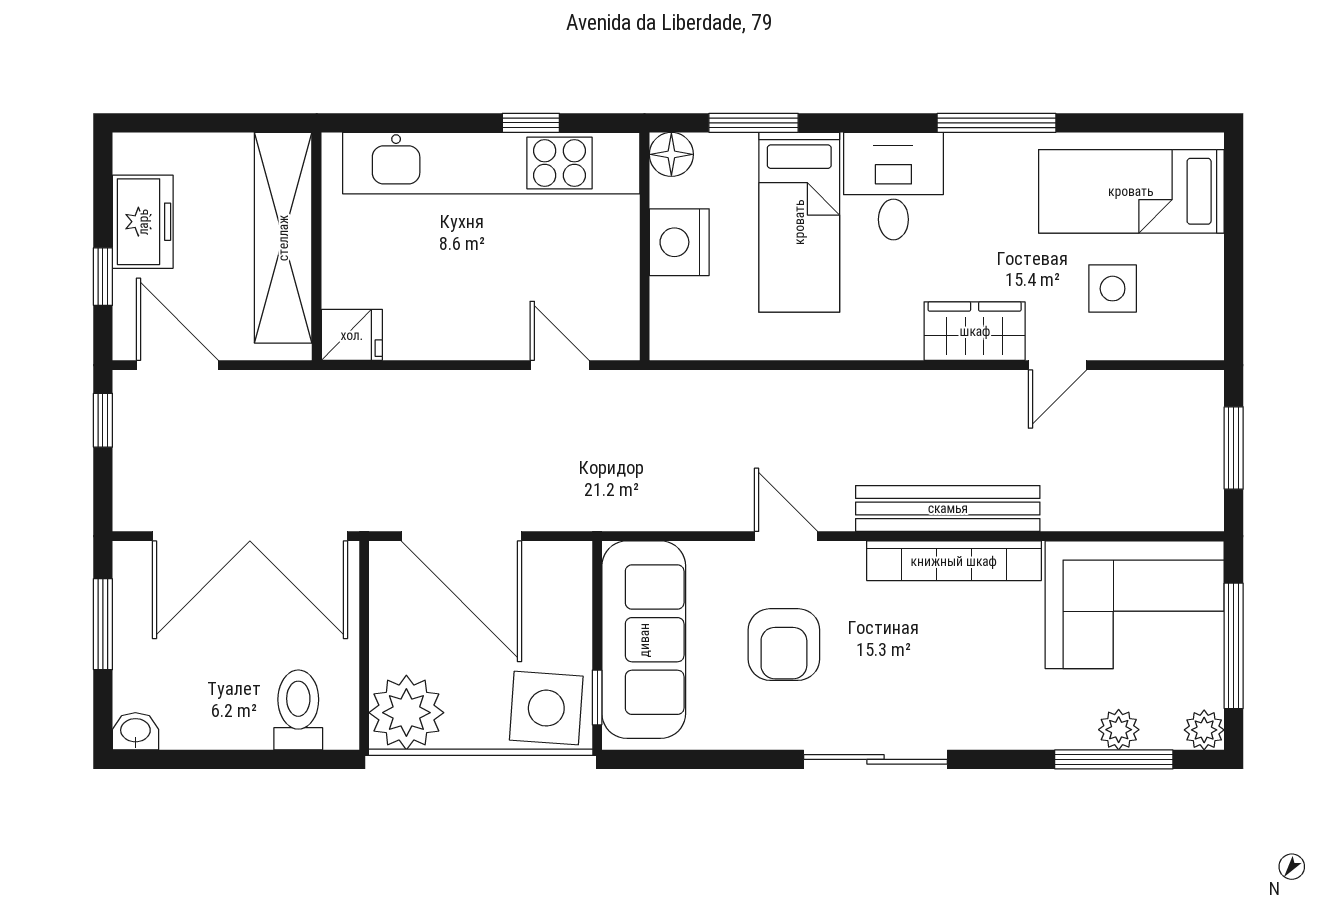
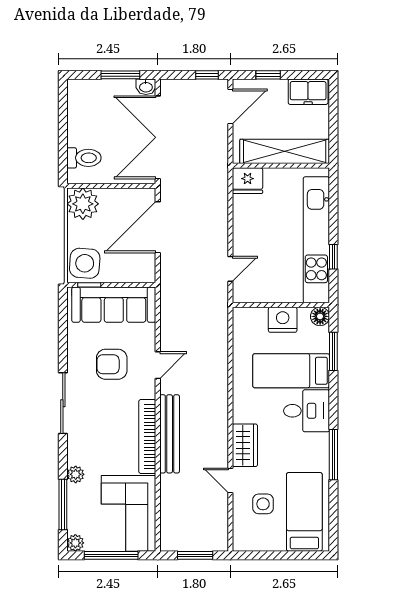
freezer: (143, 222) -> (308, 92), moved
fridge: (352, 335) -> (248, 181), width x1.38
plant: (1119, 730) -> (76, 474), moved
washbasin: (135, 731) -> (146, 87), moved, turned 90

